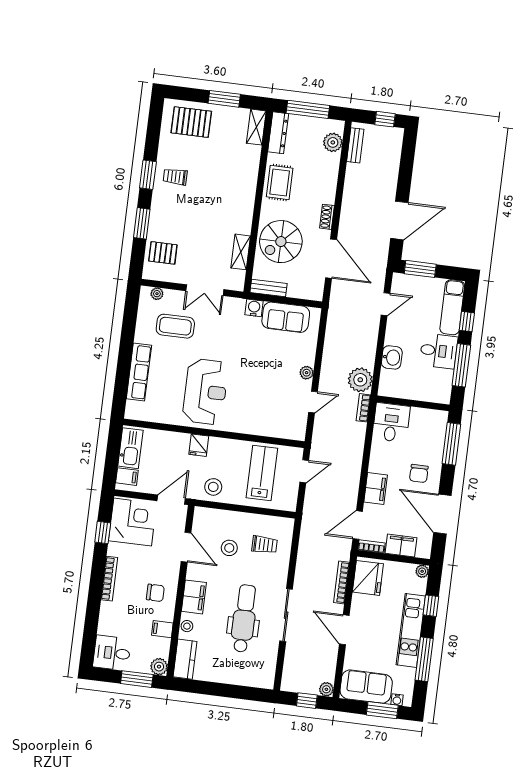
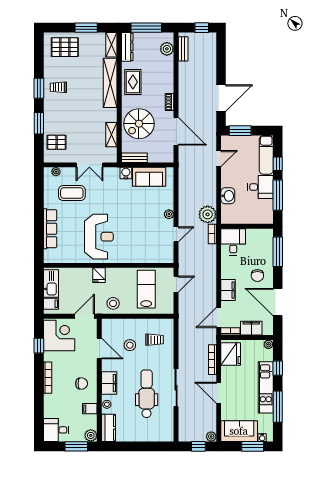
shelving: (248, 180) -> (110, 83), added

